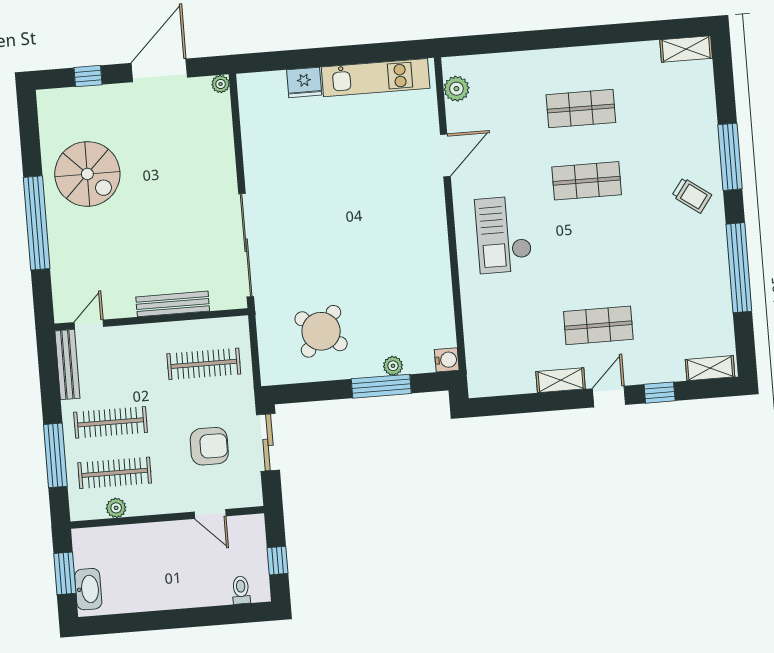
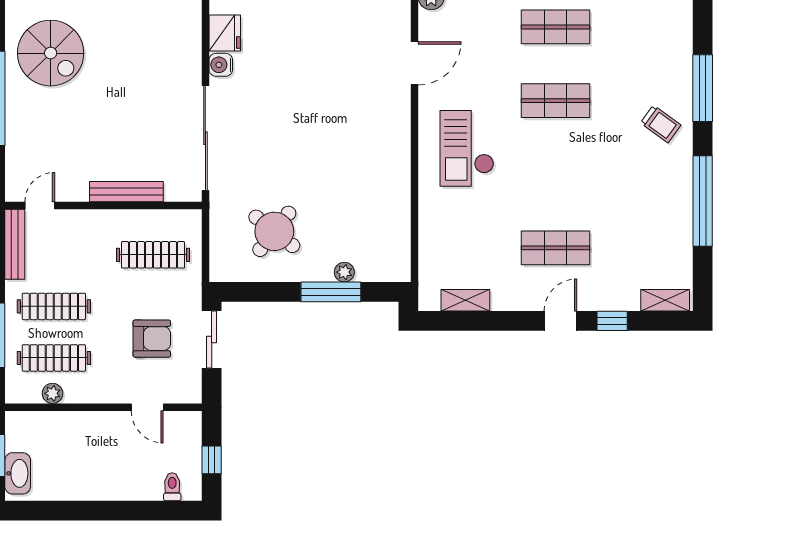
fridge: (257, 141) -> (225, 33), added
water cooler: (447, 360) -> (221, 65), moved, turned 180
shelving: (561, 380) -> (465, 300), moved

